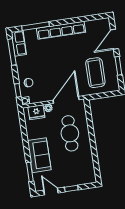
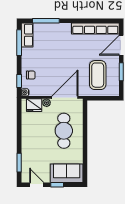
row of seats: (61, 30) -> (95, 29), moved
sofa: (39, 155) -> (67, 173), moved, turned -90

